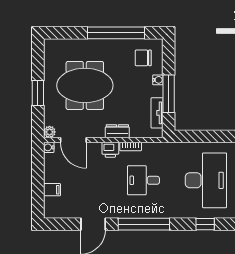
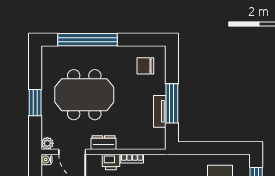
window: (116, 33) -> (88, 40), moved
water cooler: (158, 80) -> (161, 89), removed
tv unit: (157, 113) -> (160, 111), moved
dresser: (117, 131) -> (104, 143), moved

